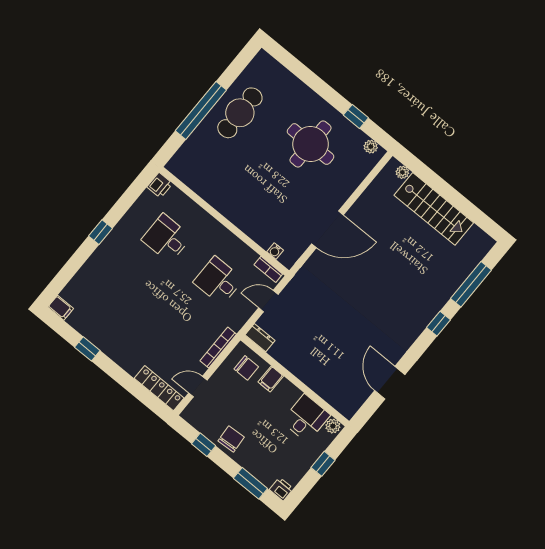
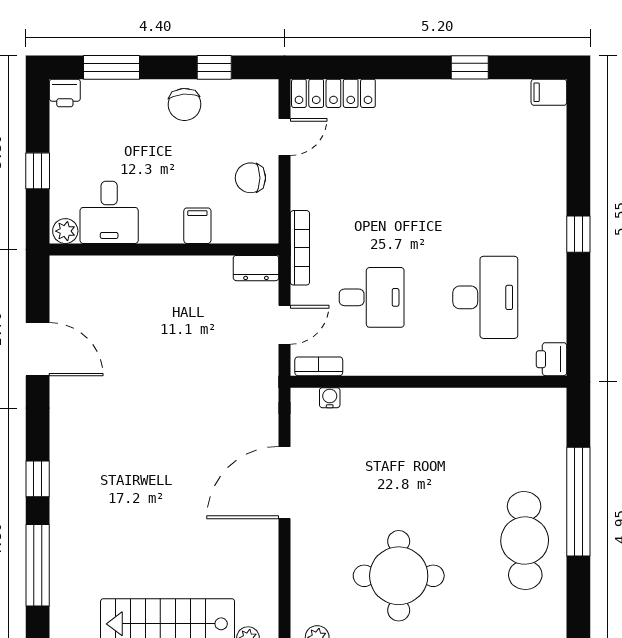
desk: (167, 238) -> (485, 297), width x1.37
bookcase: (218, 348) -> (300, 248), moved
chair: (246, 368) -> (250, 178), moved

